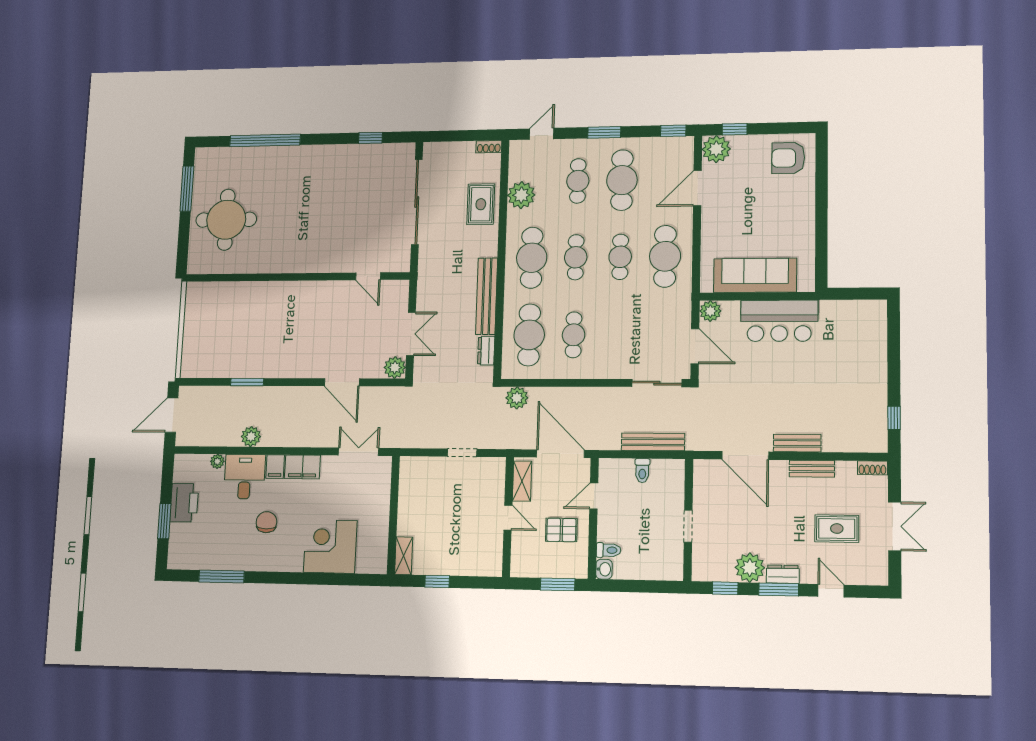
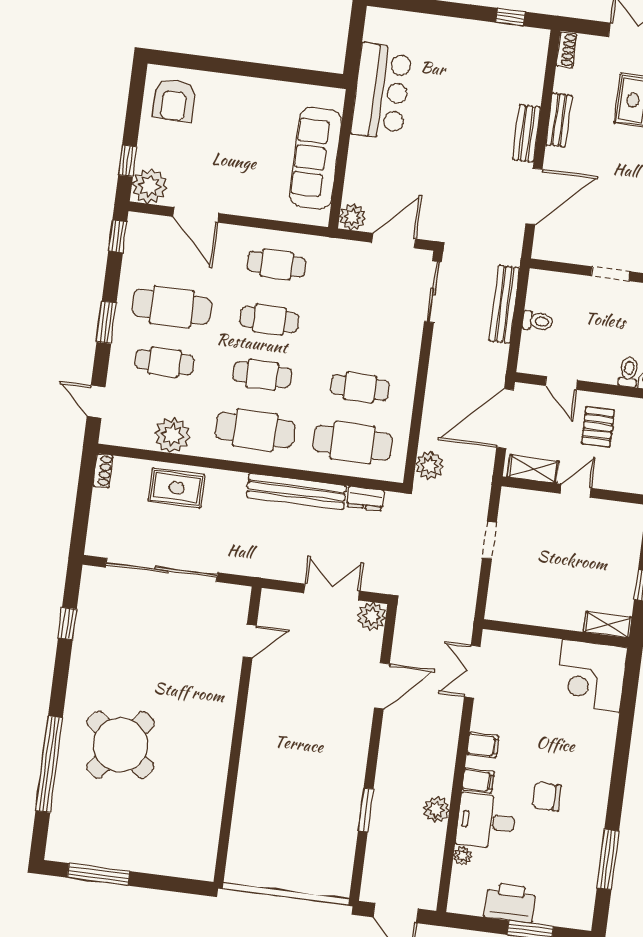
round table: (226, 220) -> (120, 745), moved, turned 38
cafe table: (665, 256) -> (277, 264), width x0.73, depth x0.74
bar counter: (779, 321) -> (381, 91), moved
filing cabinet: (302, 467) -> (483, 745), width x0.50
corner desk: (330, 546) -> (591, 676), moved

